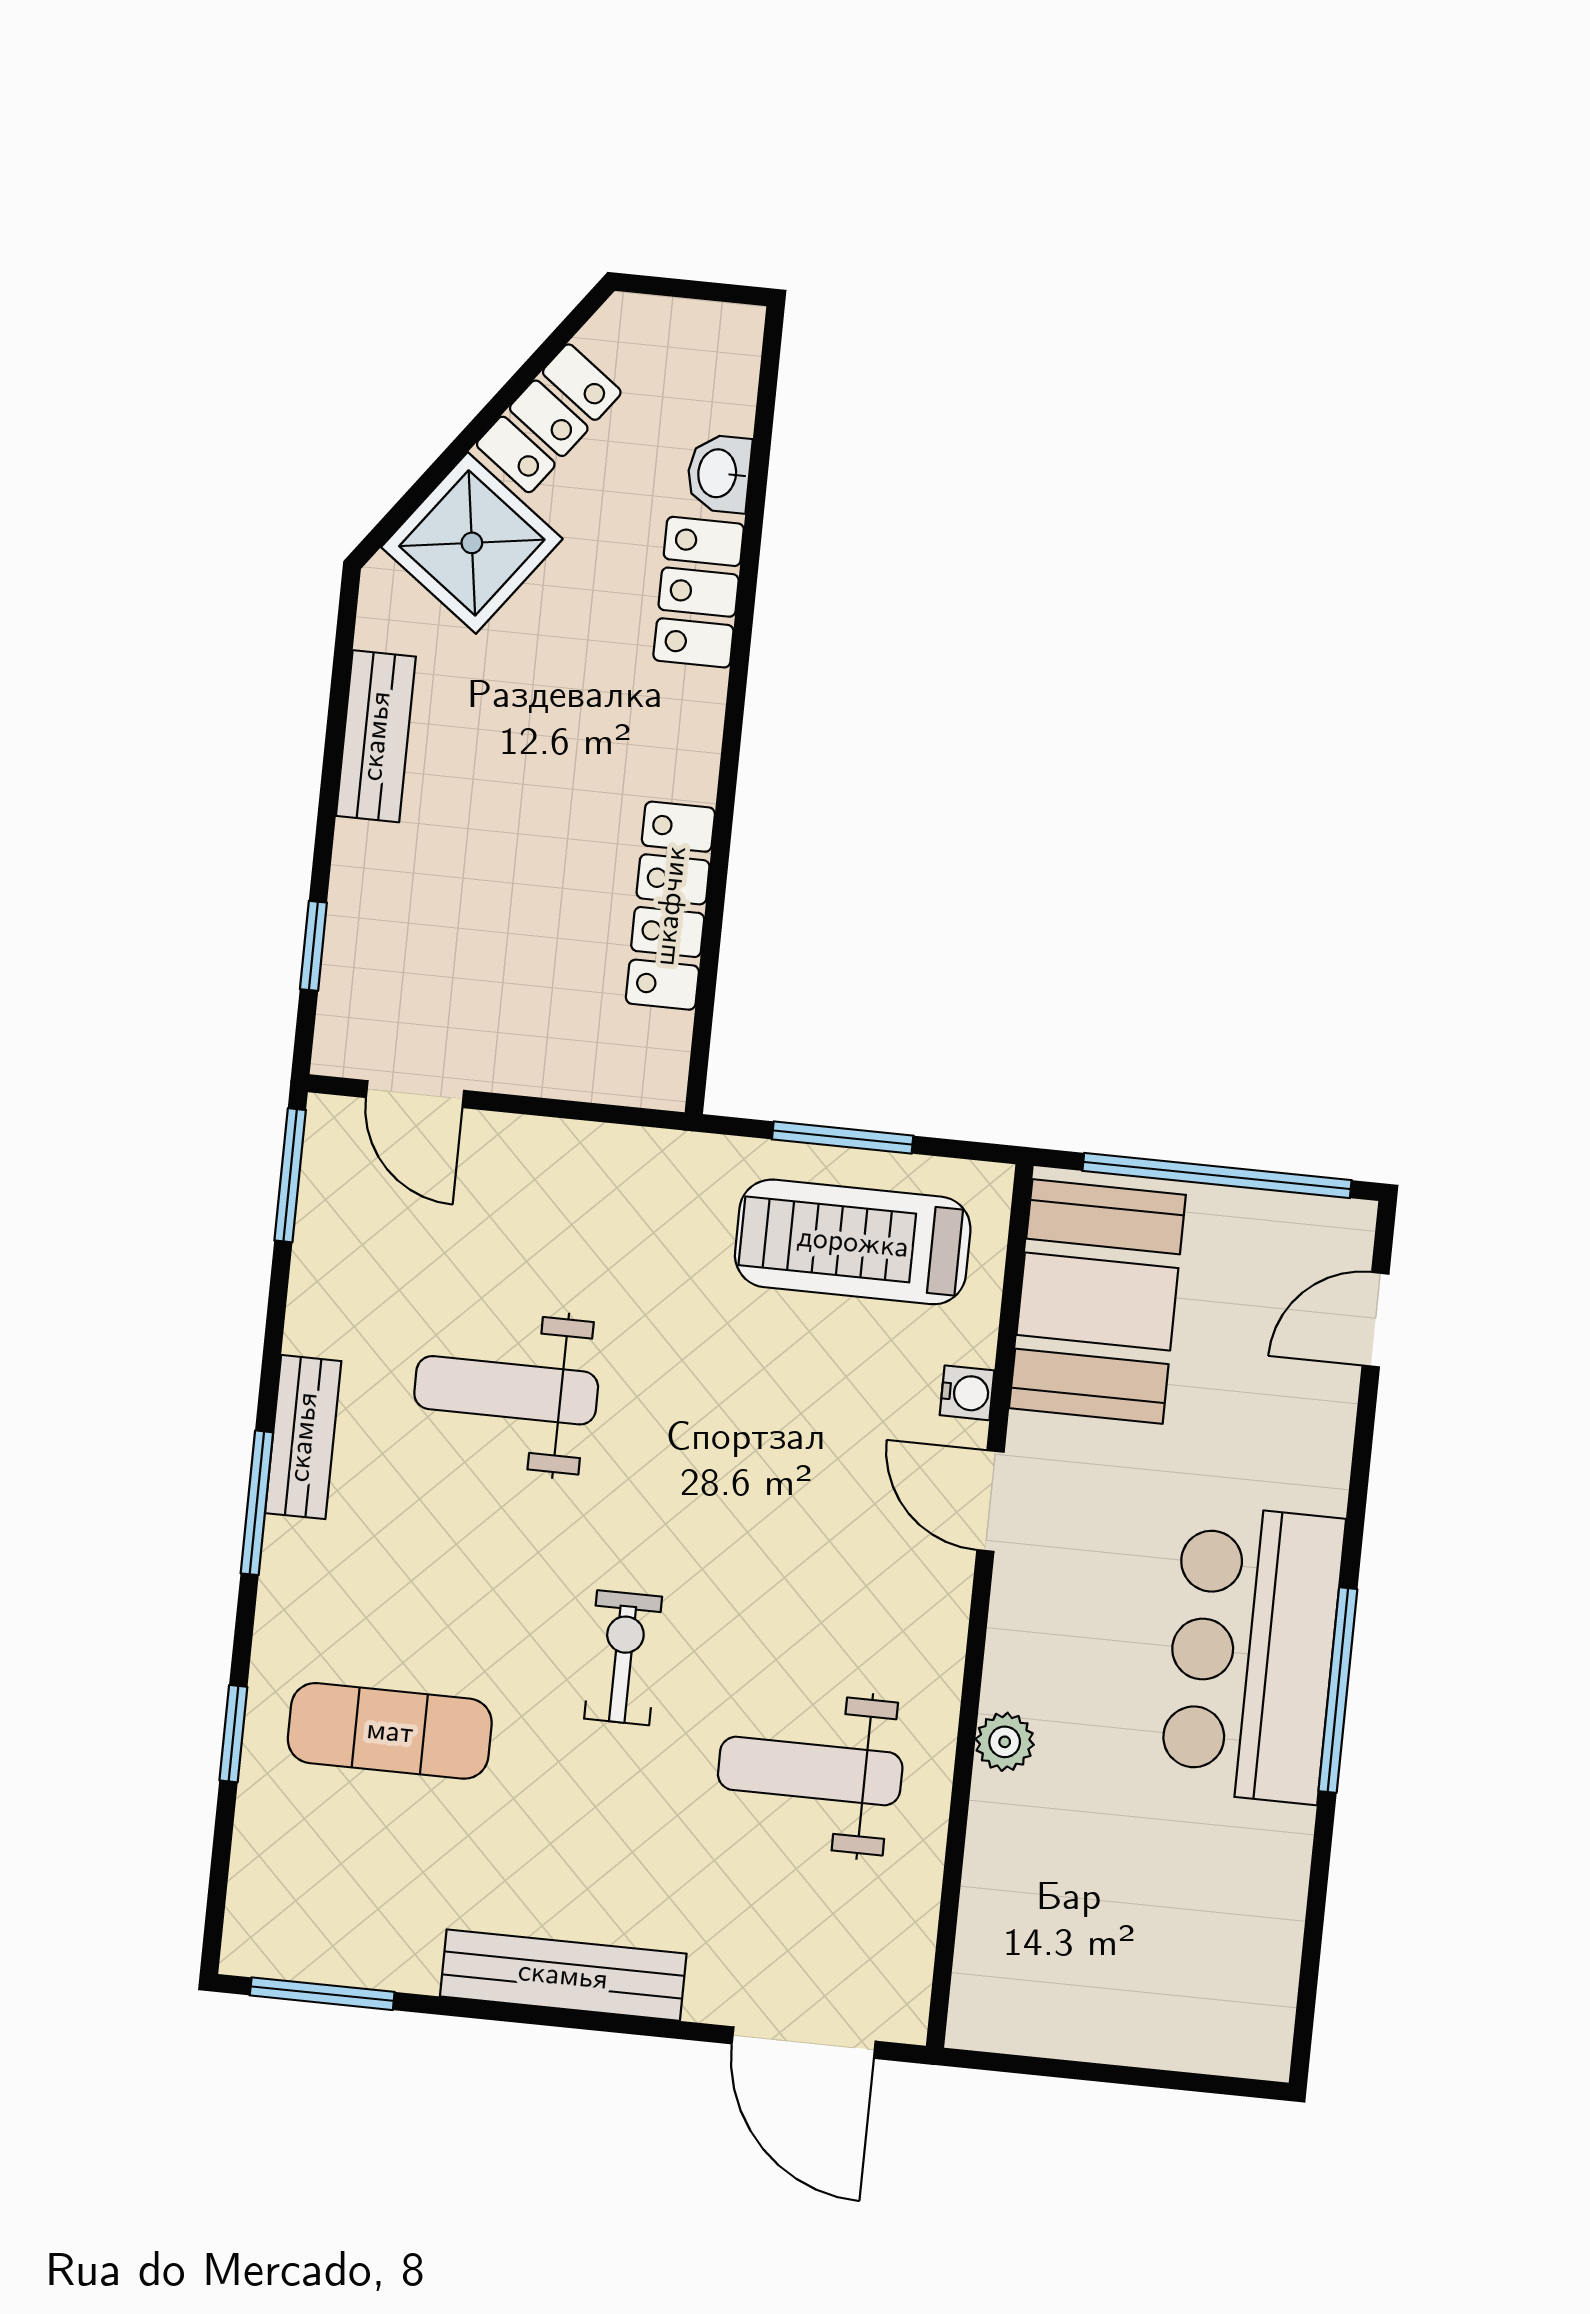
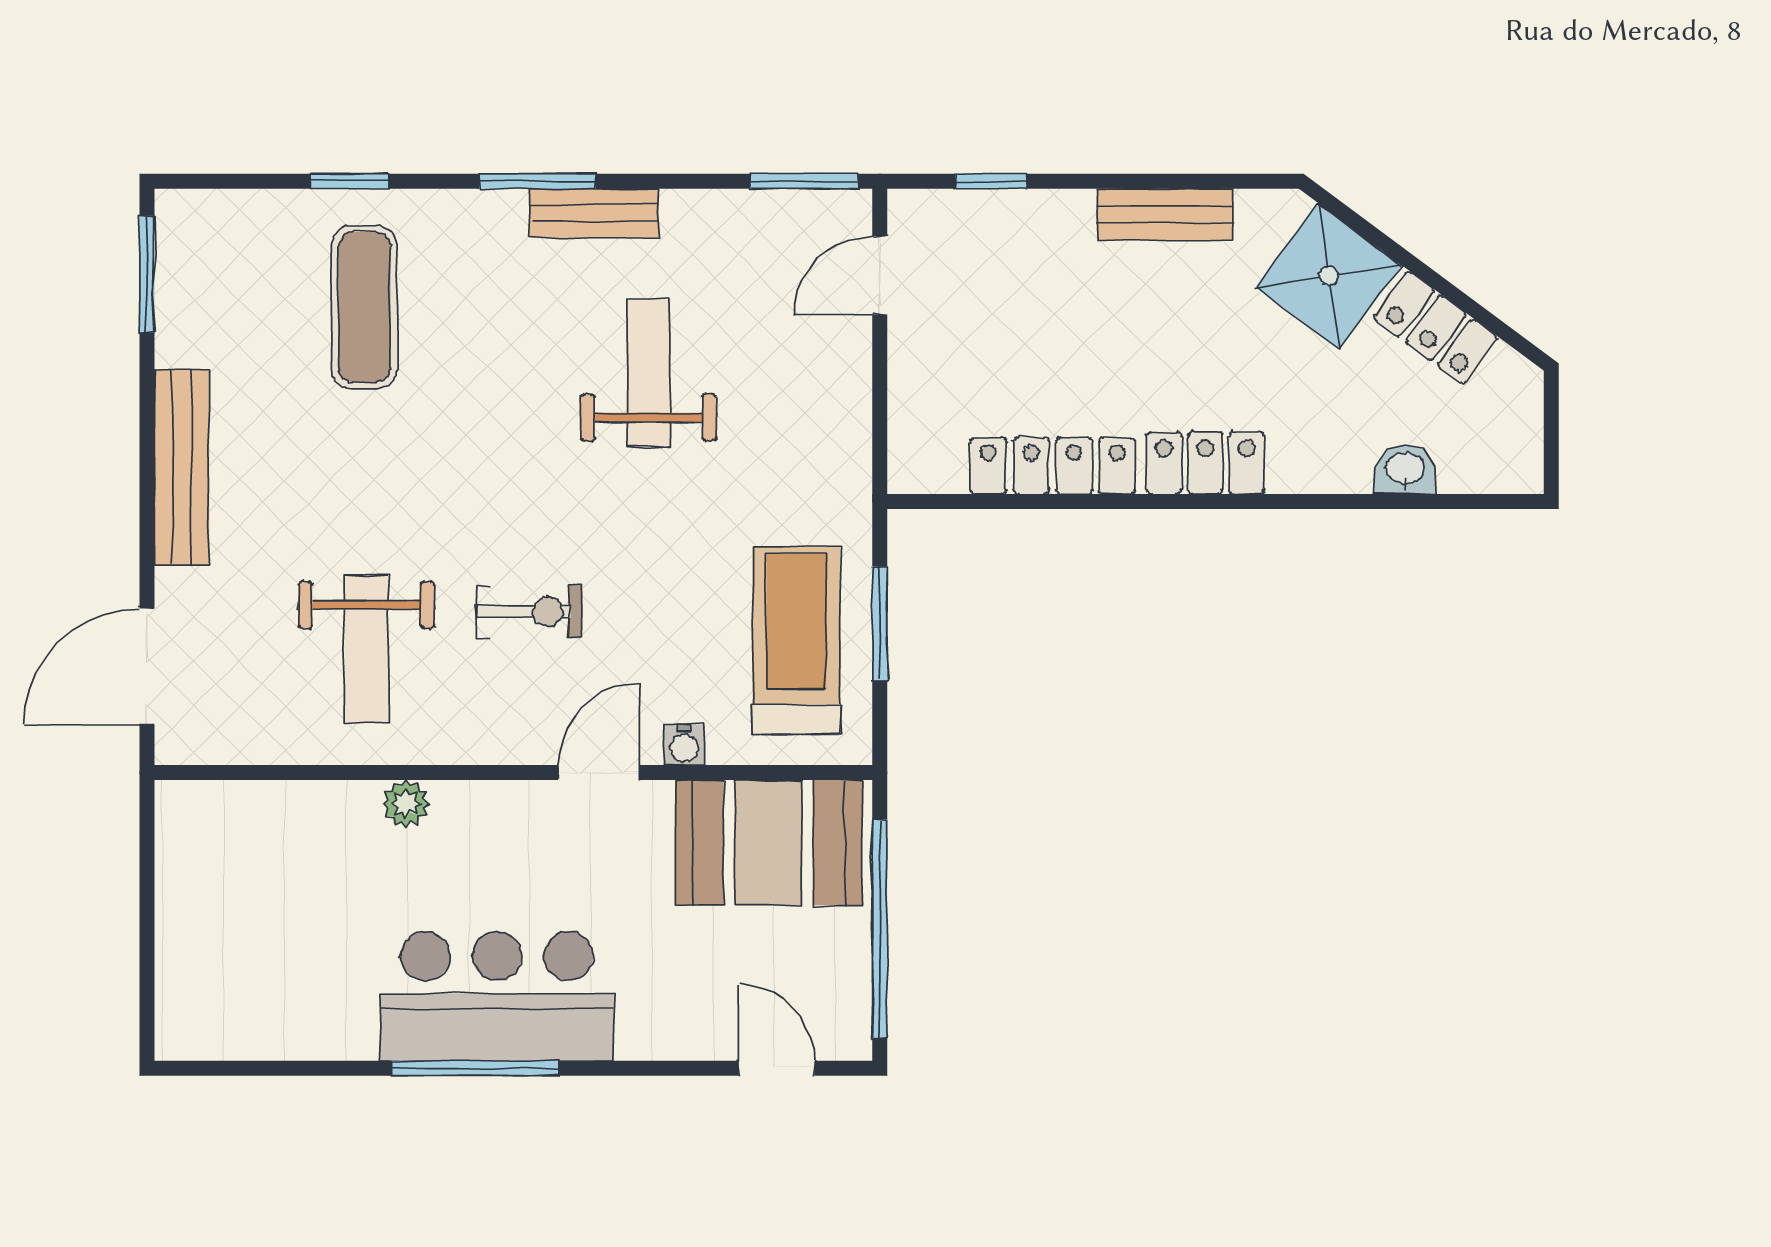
locker: (699, 592) -> (1205, 463), moved
exercise bike: (623, 1658) -> (529, 612), moved
weight bench: (810, 1771) -> (366, 649), turned 180

